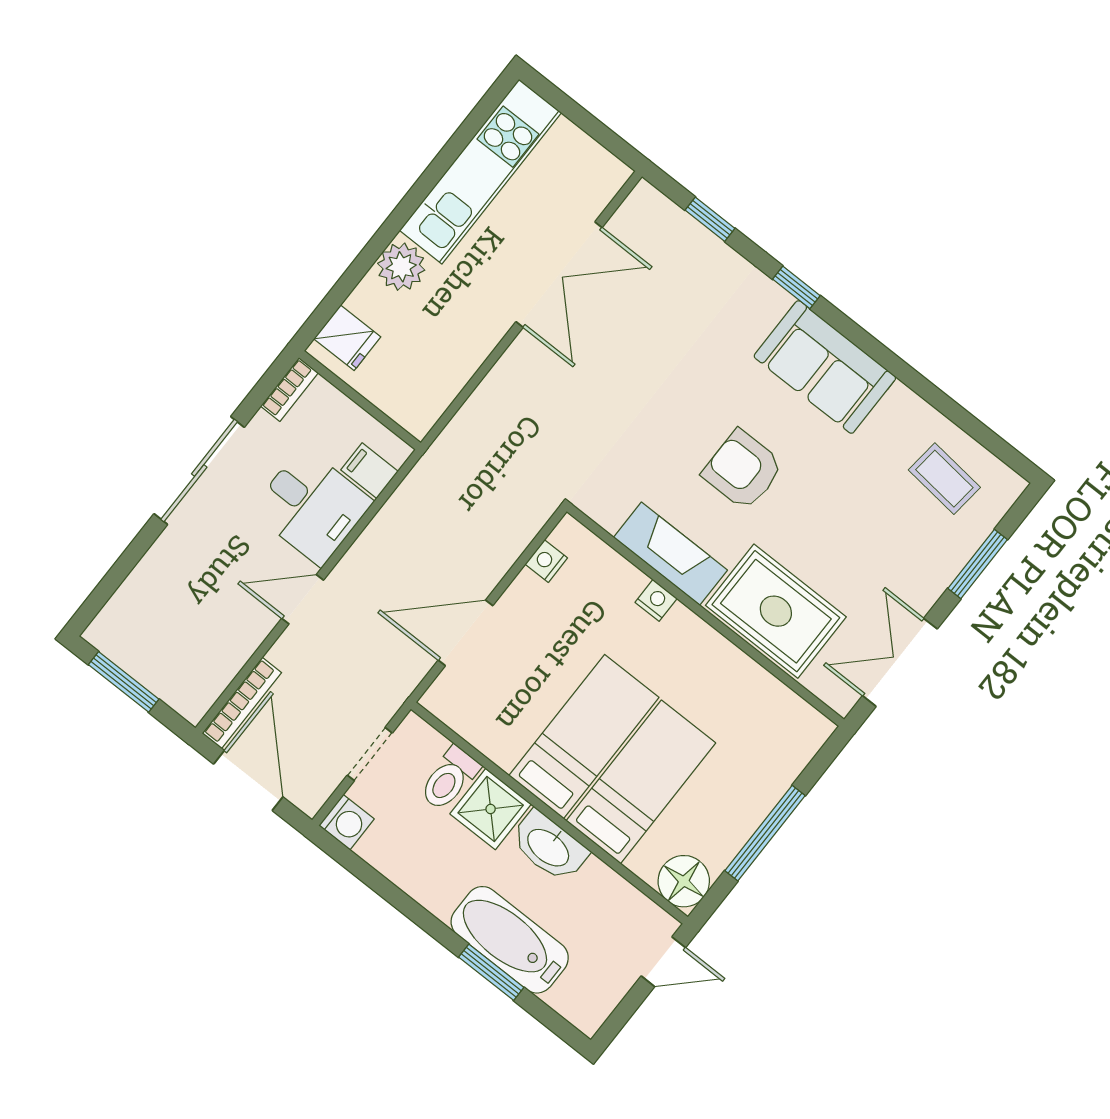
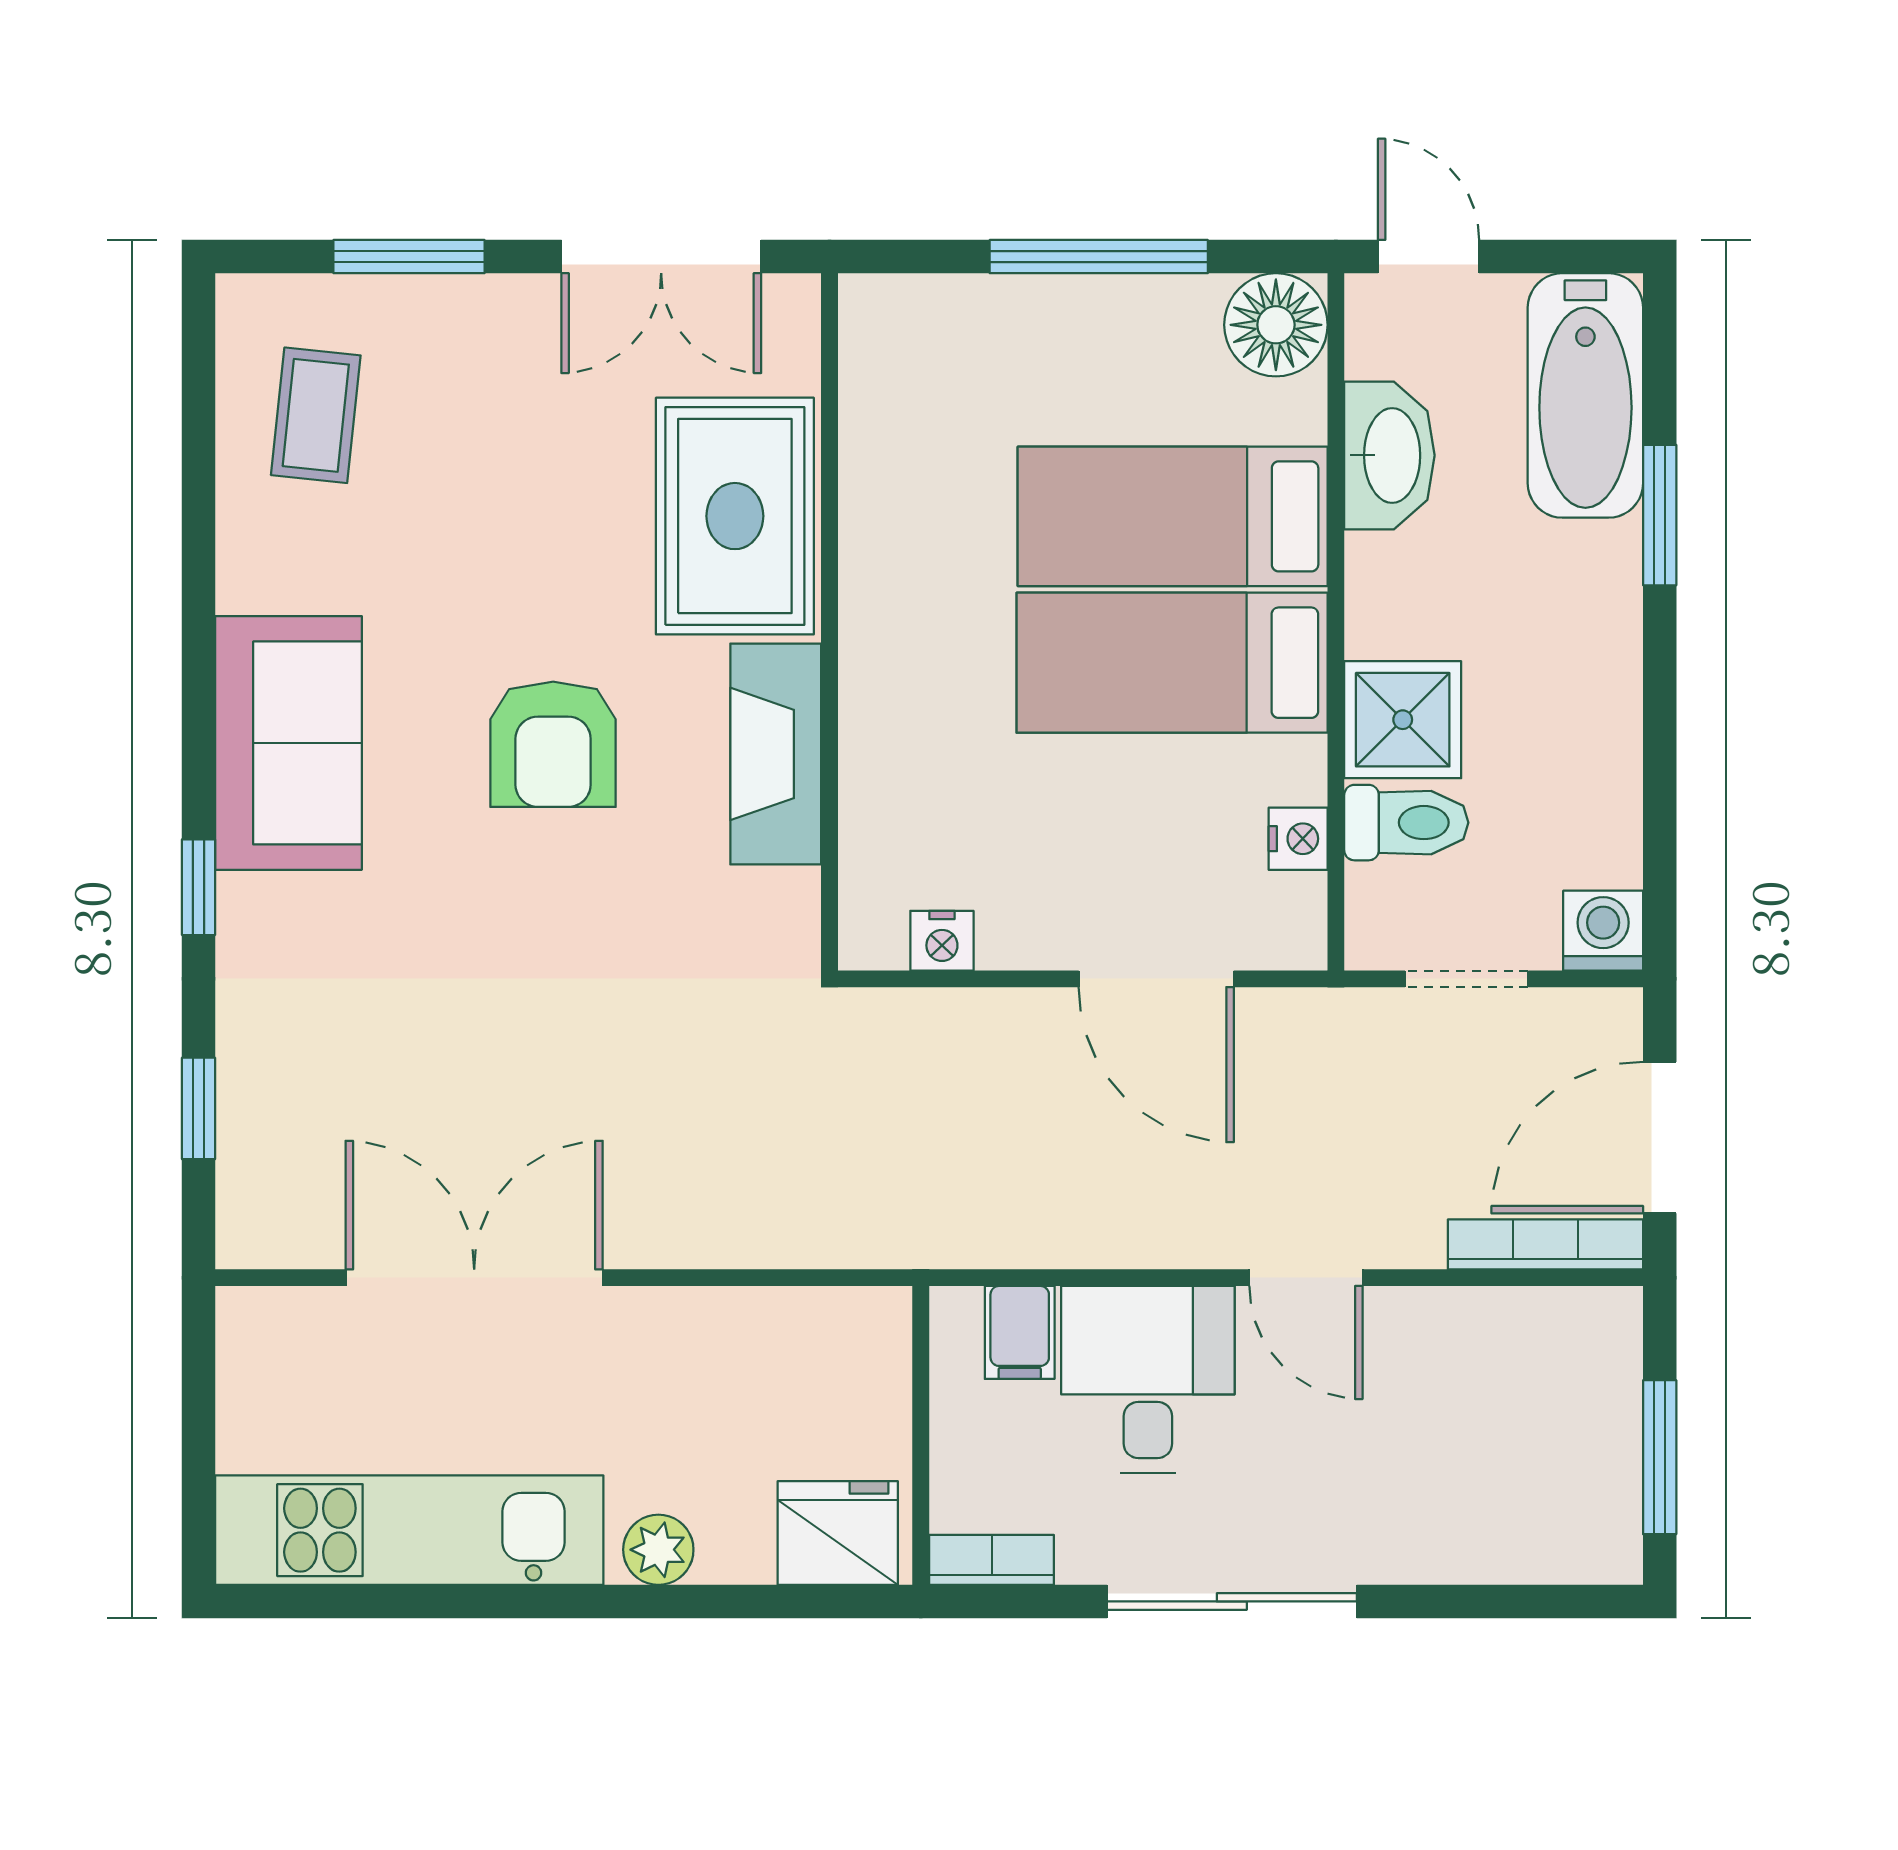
plant: (401, 267) -> (658, 1550), width x0.73, depth x0.73
fridge: (347, 338) -> (838, 1533), width x1.38
nightstand: (656, 600) -> (1298, 839), moved, turned 180
washbasin: (549, 847) -> (1389, 455), moved
bathtub: (510, 940) -> (1585, 395), moved

